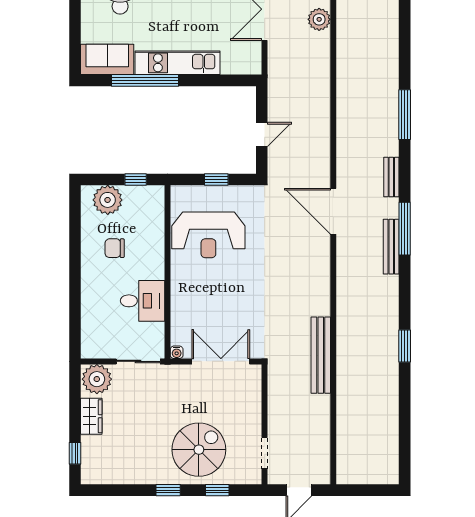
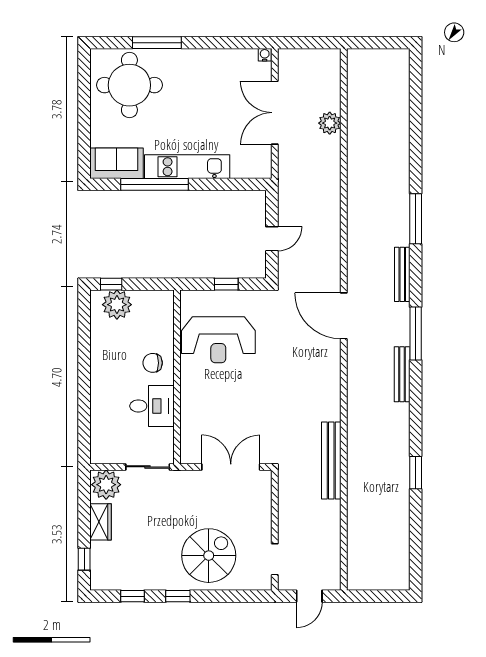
bench: (391, 177) -> (402, 274), width x1.36
window: (136, 180) -> (111, 284), moved
bench: (391, 247) -> (402, 374), moved
chair: (115, 248) -> (153, 363), moved
window: (405, 346) -> (416, 473), moved
water cooler: (177, 352) -> (186, 458), removed
window: (217, 490) -> (132, 596), moved

